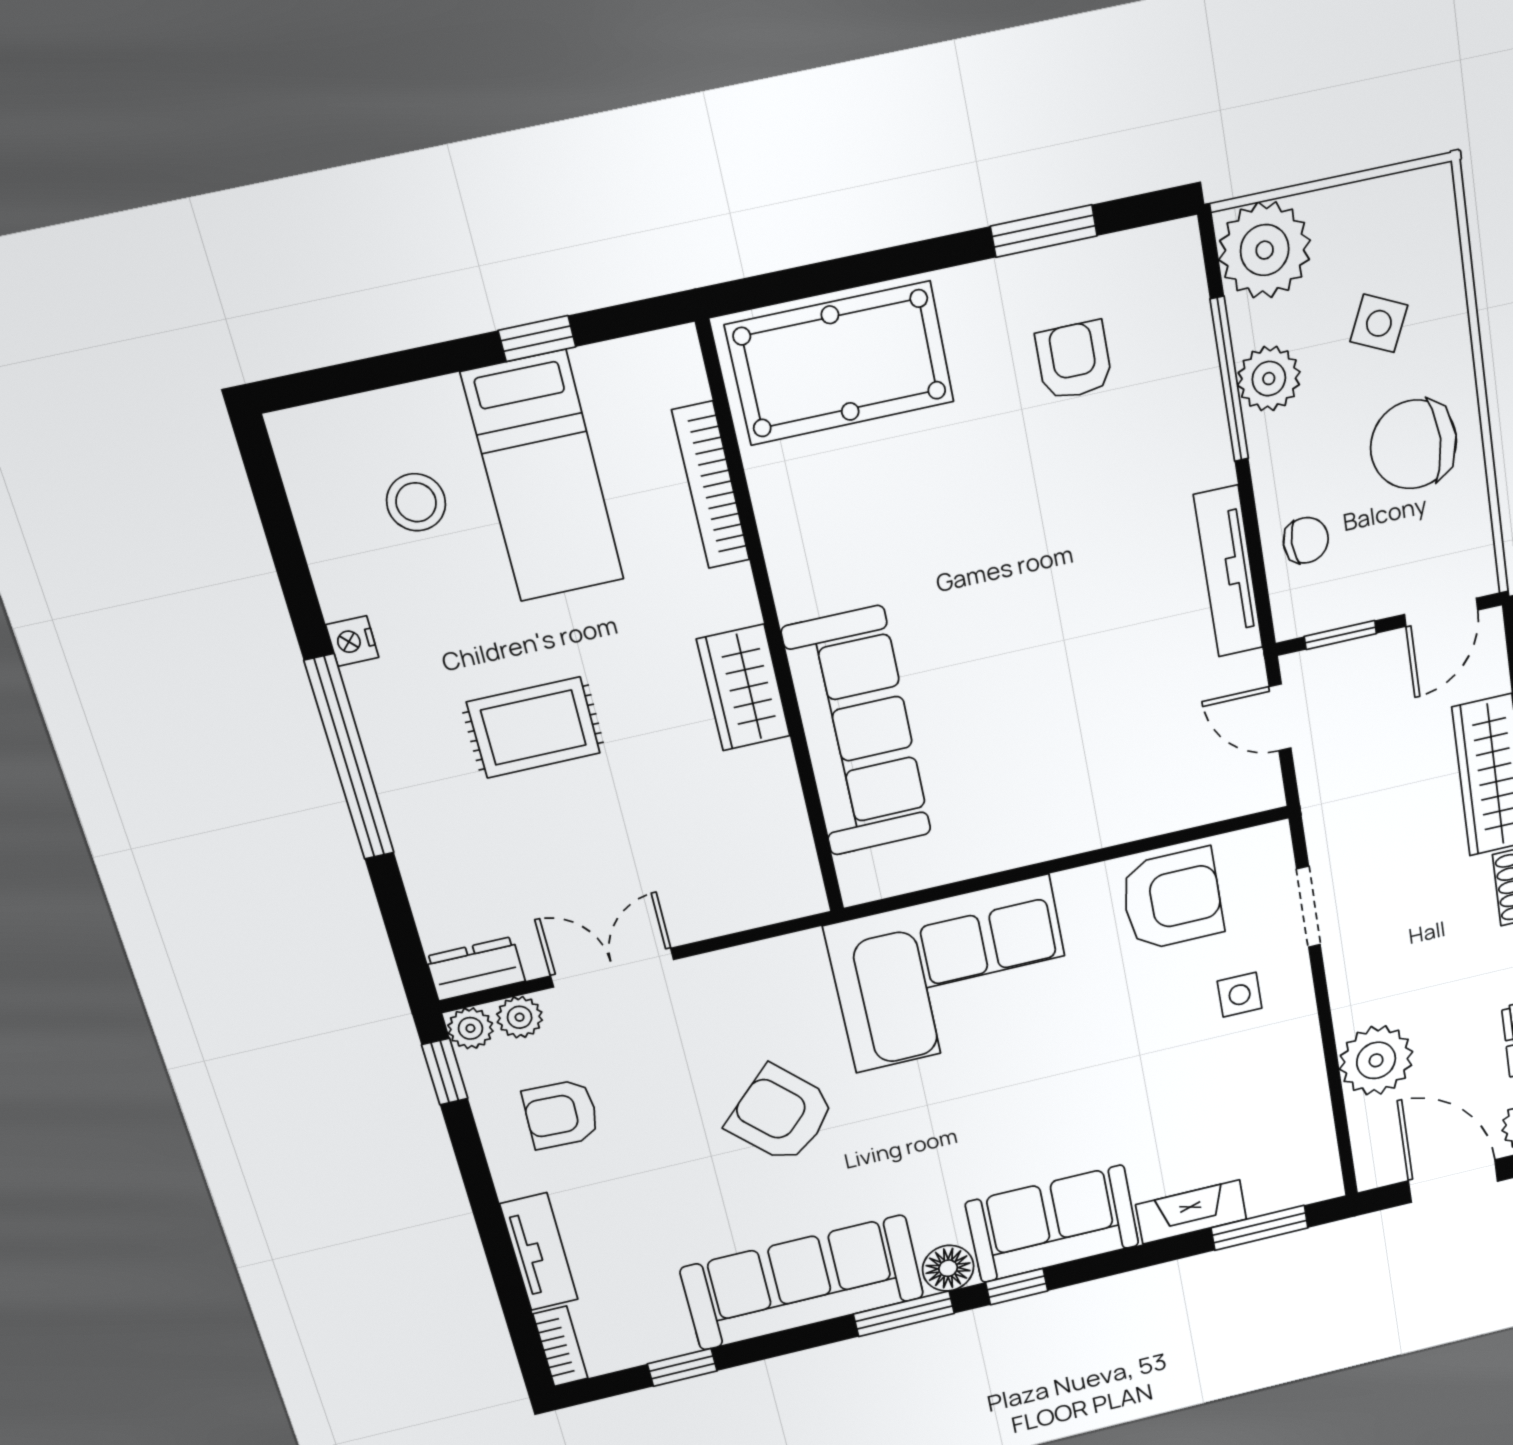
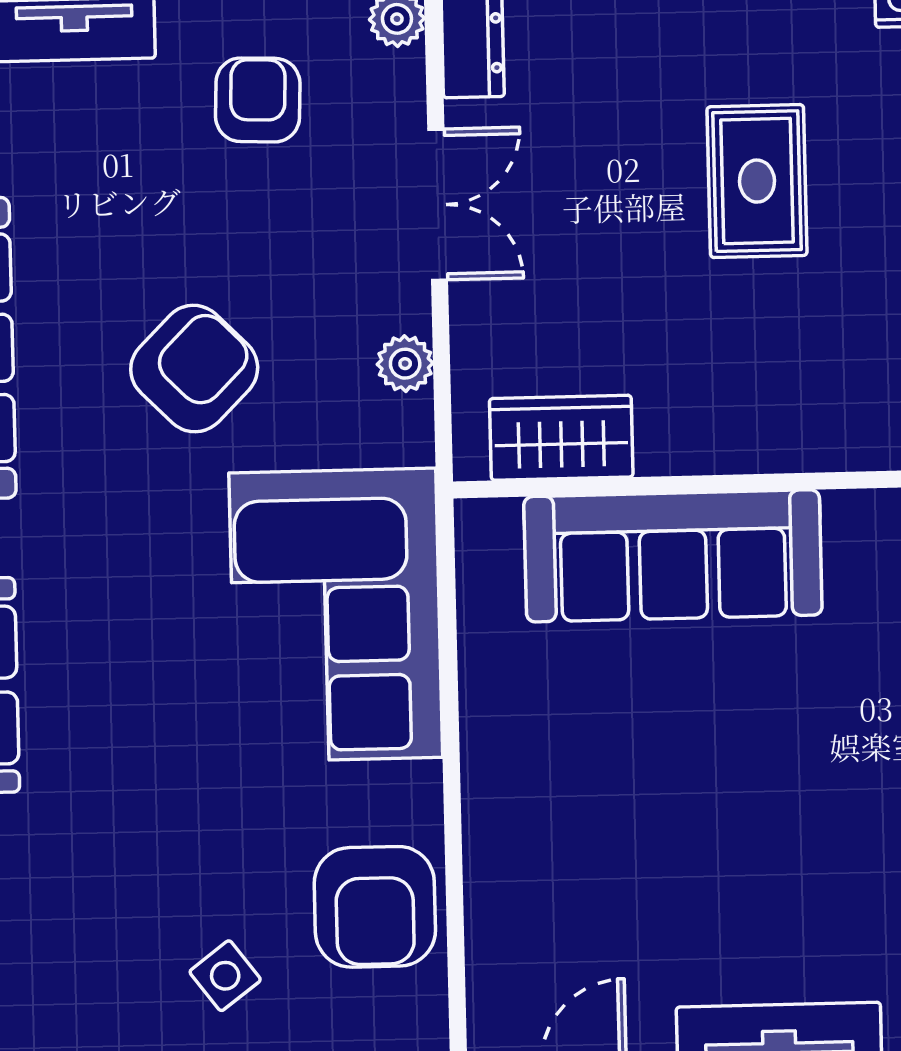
wardrobe: (743, 688) -> (561, 438), moved
side table: (1240, 995) -> (225, 976), turned -37
plant: (520, 1017) -> (405, 364), moved

